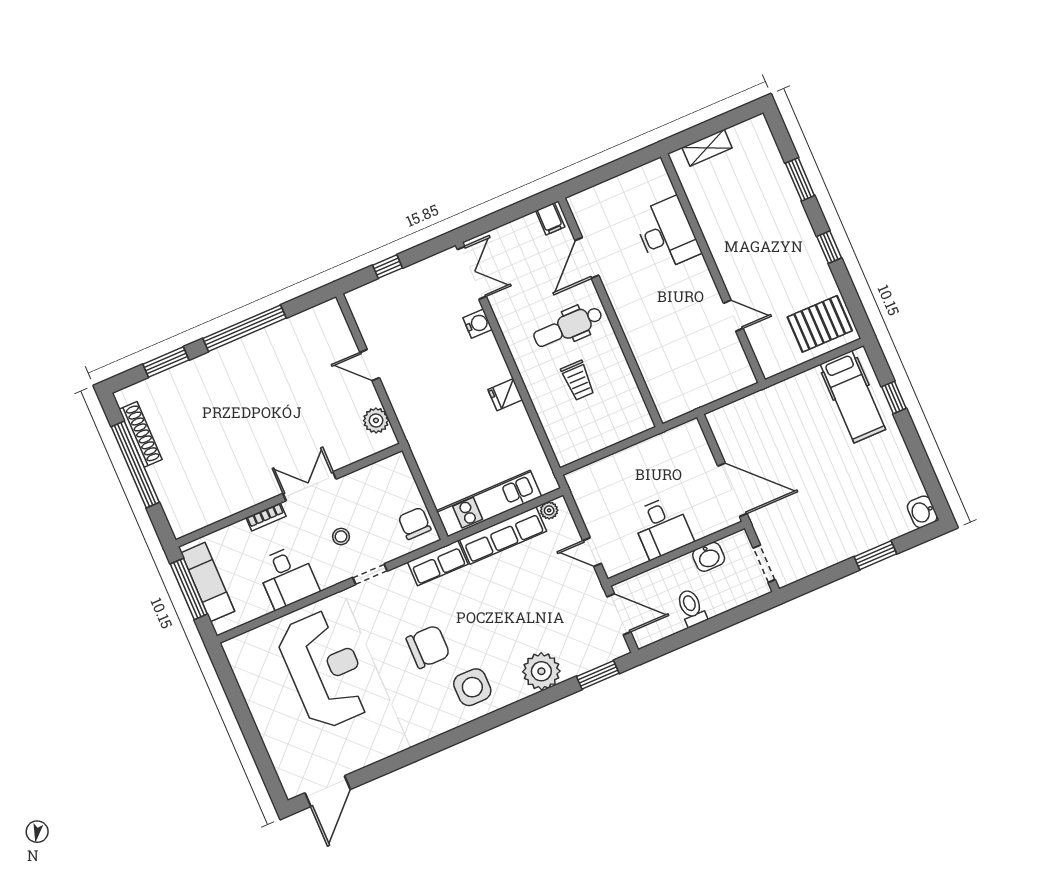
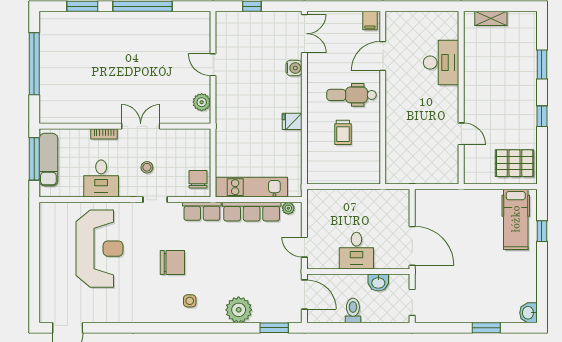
shoe rack: (141, 434) -> (46, 46), removed
side table: (472, 687) -> (190, 301), width x0.54, depth x0.54

